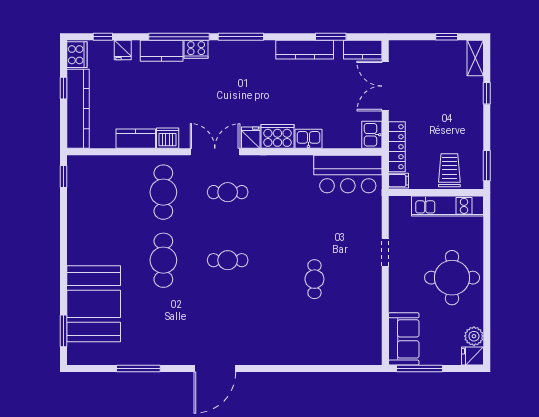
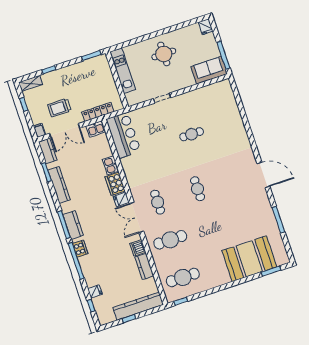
kitchen counter: (162, 51) -> (73, 225), moved
cooker: (77, 55) -> (107, 317), removed
trolley: (449, 170) -> (59, 108), moved
filing cabinet: (399, 181) -> (39, 130), moved
cafe table: (163, 260) -> (183, 277), moved
round table: (452, 278) -> (164, 54), width x0.73, depth x0.73
plant: (474, 336) -> (194, 30), removed

